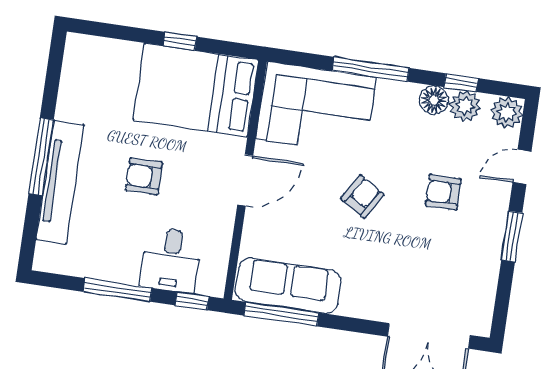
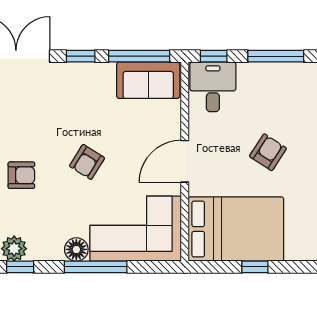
floor lamp: (434, 100) -> (76, 249), moved
armchair: (144, 176) -> (268, 152), turned -57
desk: (171, 260) -> (213, 87), moved
sofa: (288, 286) -> (148, 80), width x0.73
window: (351, 324) -> (81, 56), added

